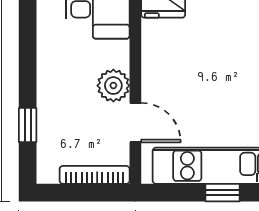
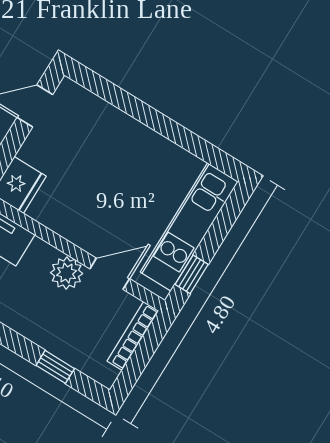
window: (222, 193) -> (192, 274), moved

